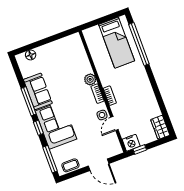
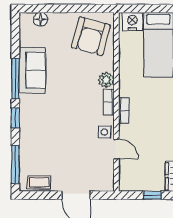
armchair: (69, 54) -> (91, 36), added
door: (114, 123) -> (116, 149), swing flipped
corner sofa: (56, 125) -> (40, 123), removed
nightstand: (131, 143) -> (132, 21), moved, turned 180
window: (140, 149) -> (152, 195), moved

